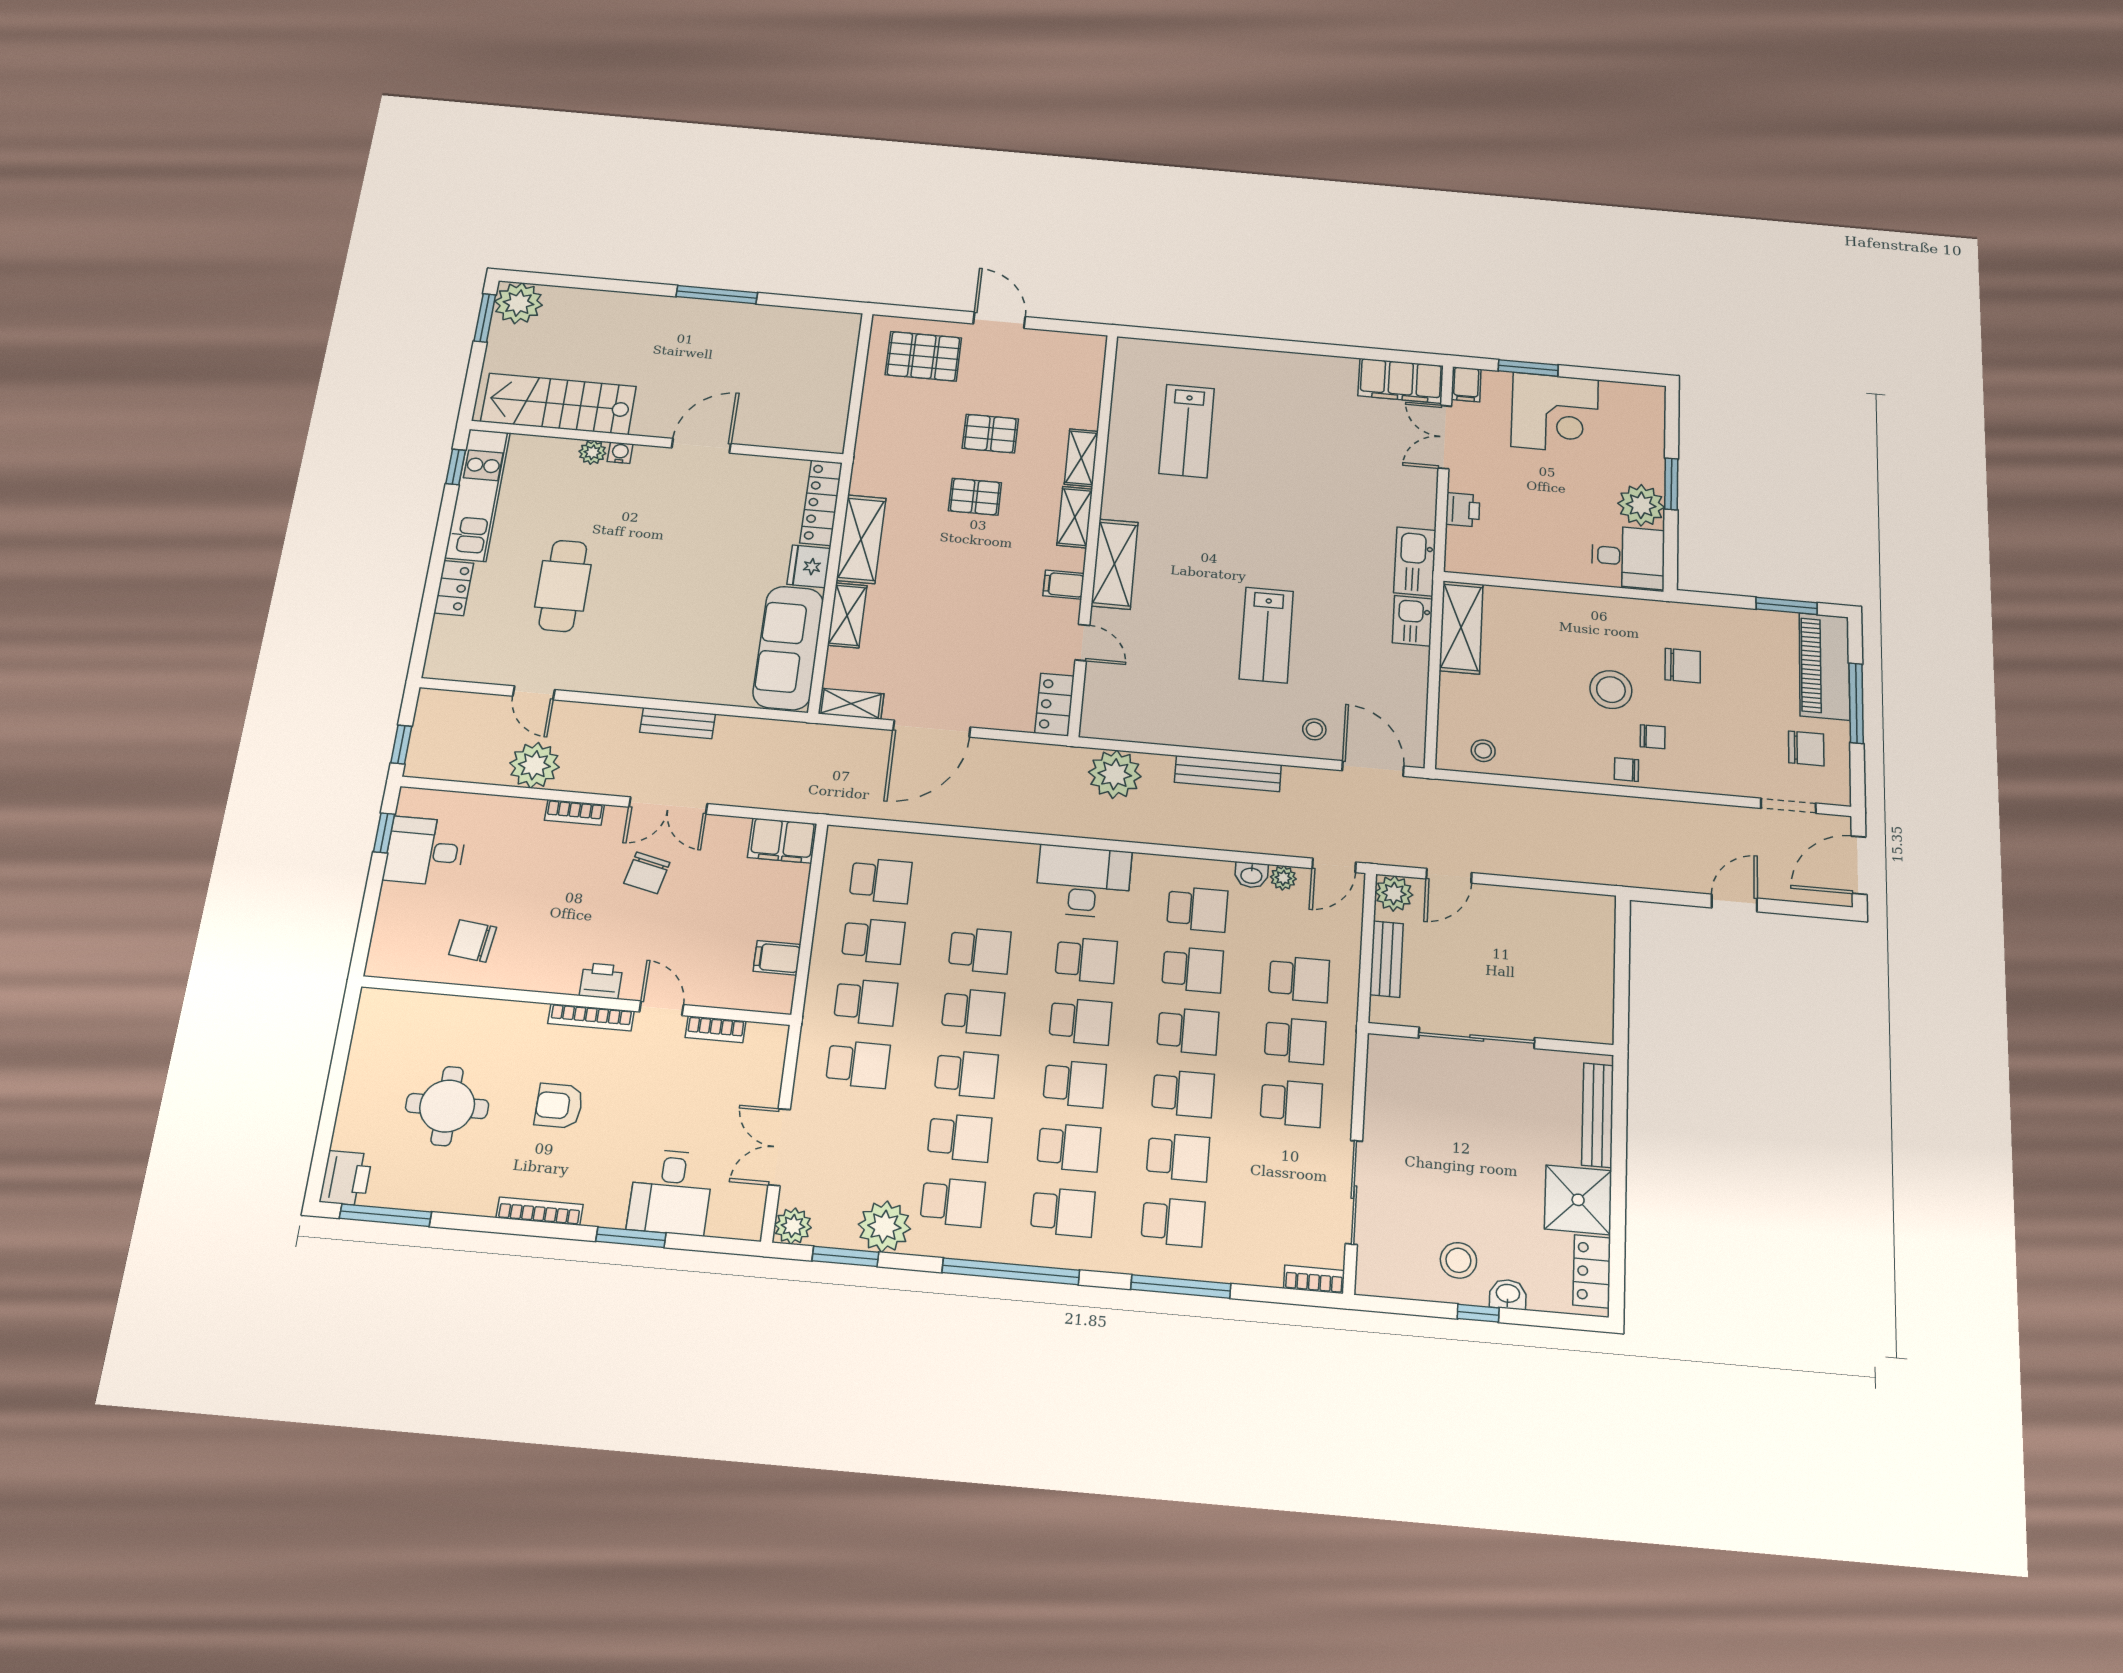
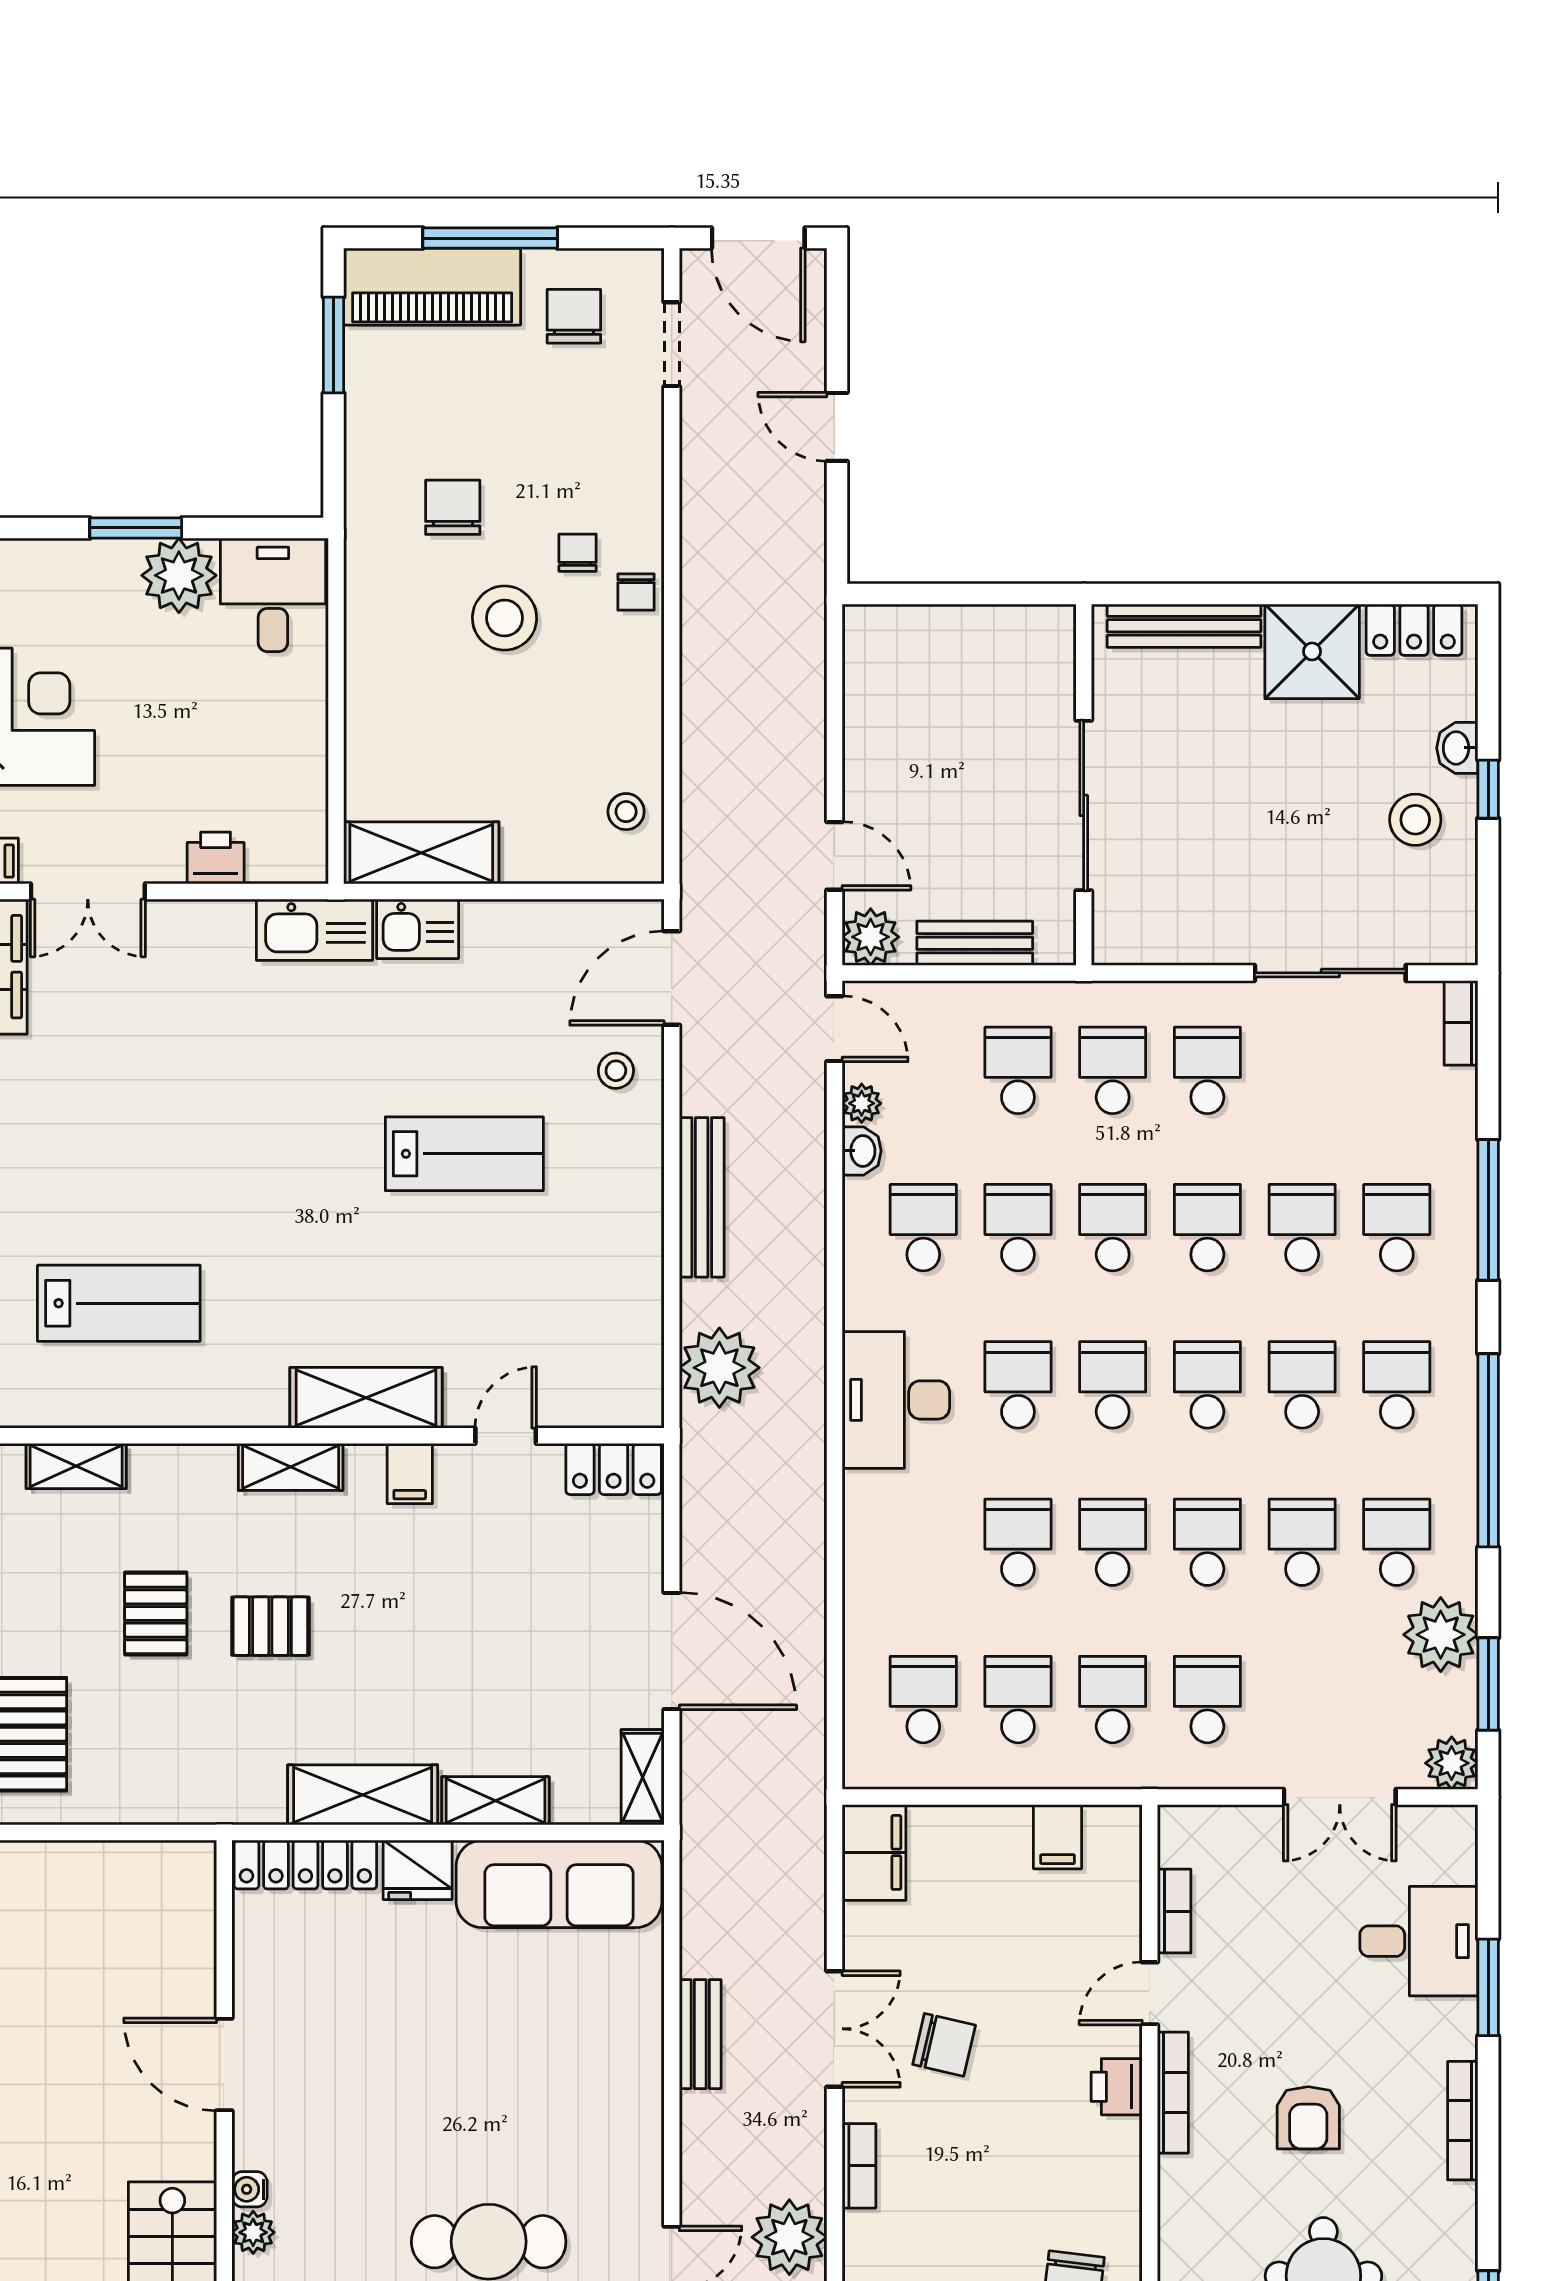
shelving: (1081, 458) -> (76, 1466), moved
pallet: (975, 497) -> (270, 1626), turned 90

